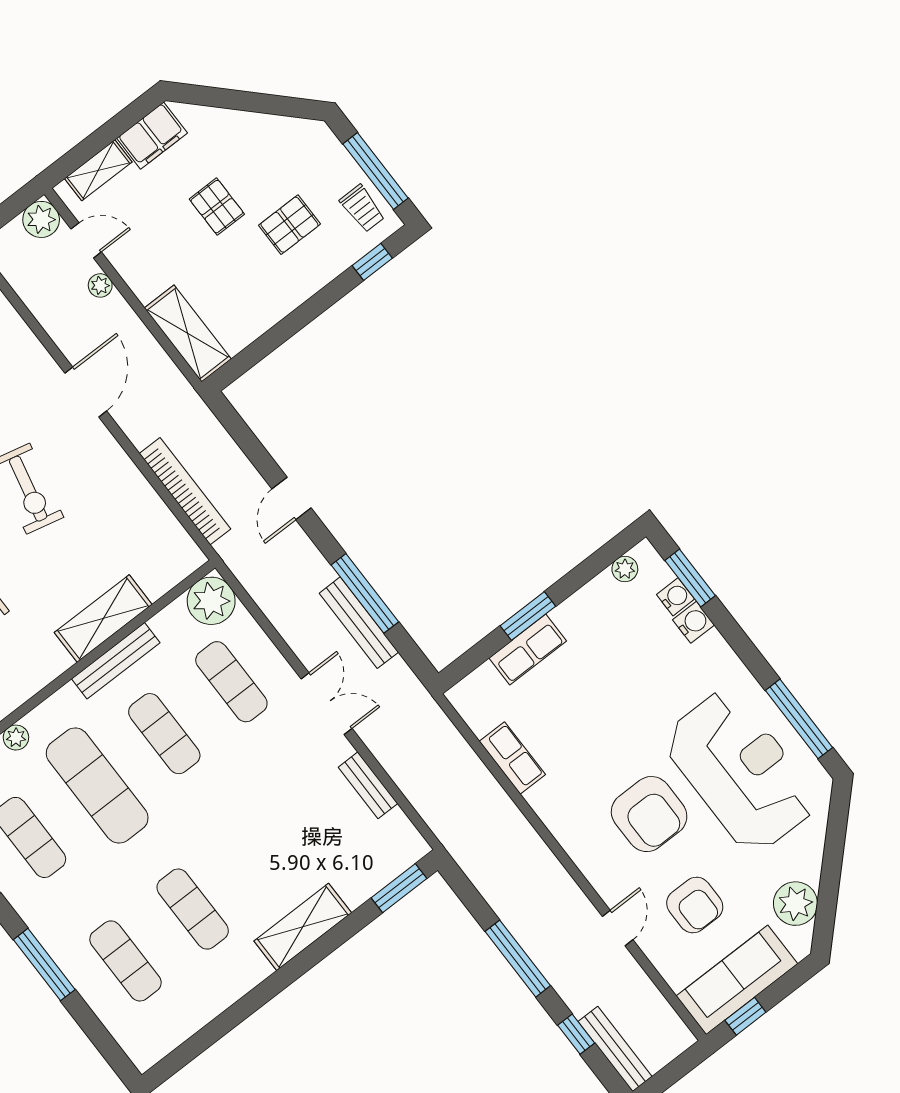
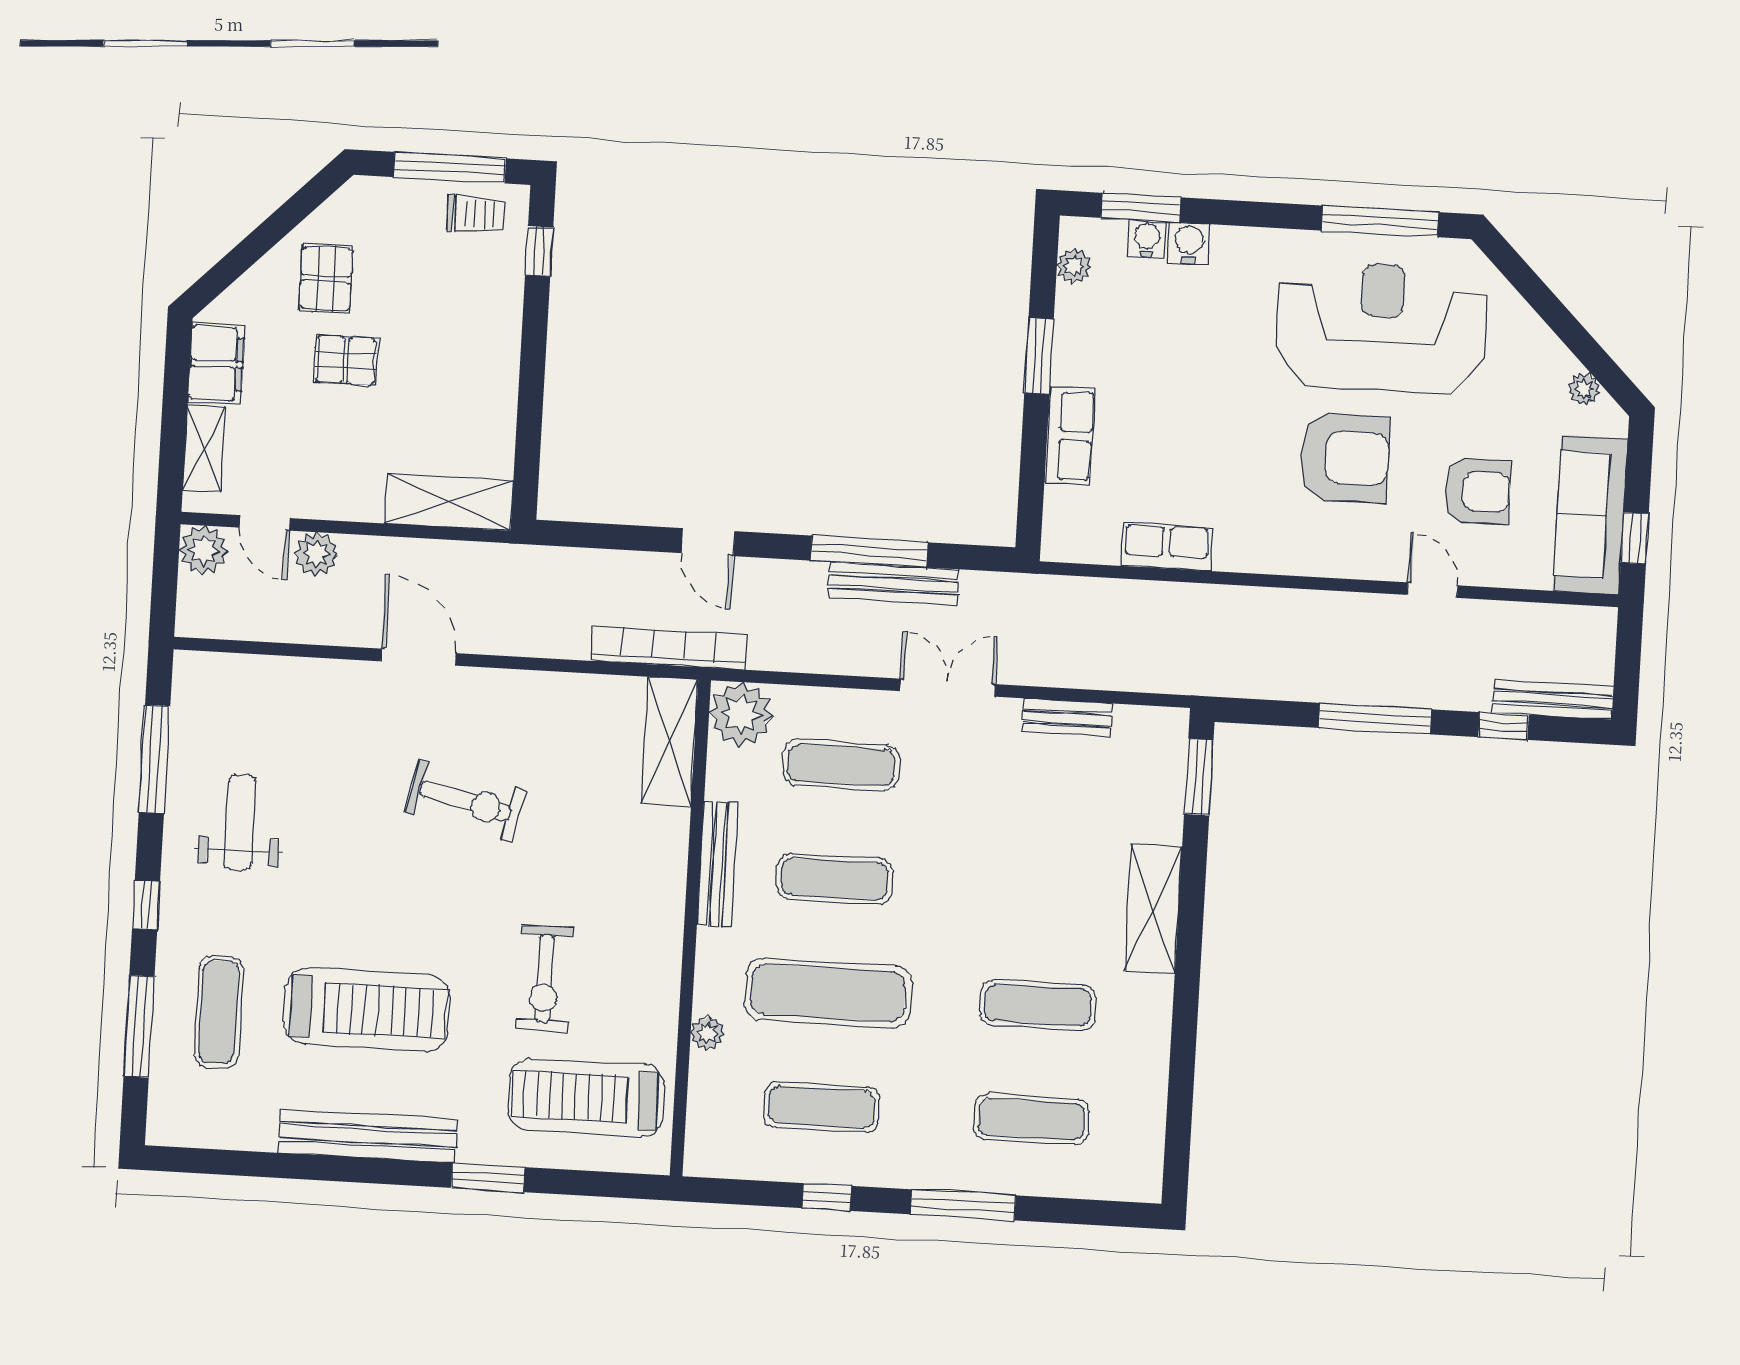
pallet: (289, 225) -> (326, 279), moved
door: (86, 240) -> (265, 523), swing flipped
plant: (100, 285) -> (316, 554), width x1.38, depth x1.38
bookcase: (185, 491) -> (669, 648), moved
window: (528, 616) -> (1039, 356), moved
shelving: (103, 618) -> (669, 742), moved
plant: (795, 904) -> (1584, 389), width x0.53, depth x0.53

